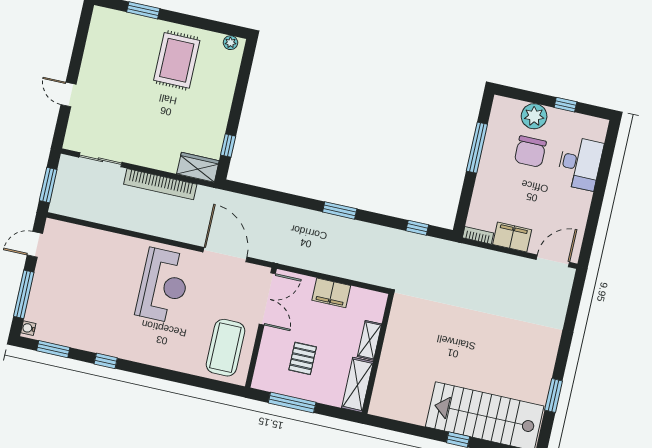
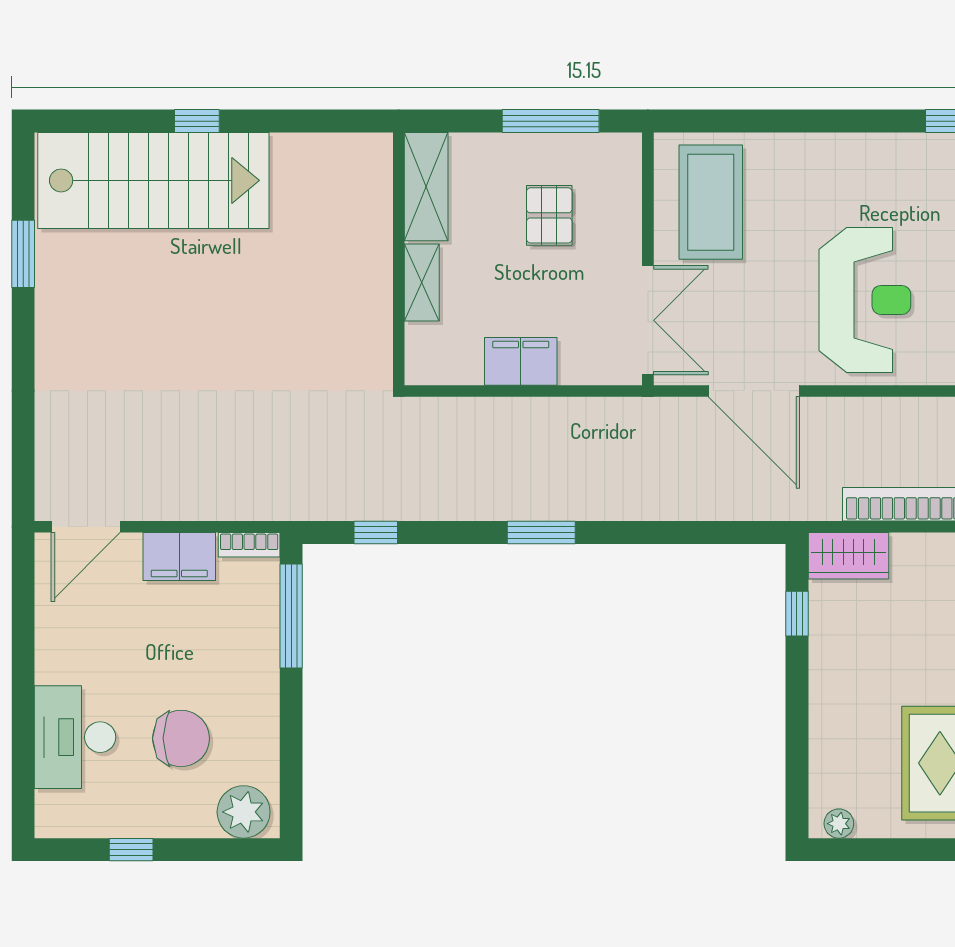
plant: (534, 116) -> (244, 812), moved
window: (477, 148) -> (291, 616), moved
chair: (530, 152) -> (181, 738), turned 90
reception desk: (163, 286) -> (865, 300), turned 180
double door: (267, 299) -> (648, 320), swing flipped

